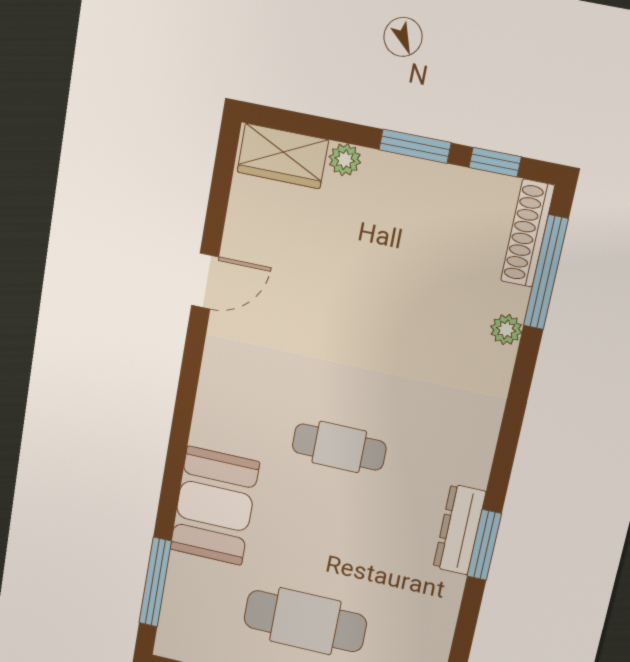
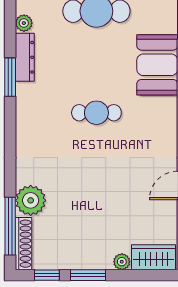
plant: (506, 330) -> (31, 200), width x1.88, depth x1.88
dresser: (459, 530) -> (25, 57), moved
plant: (439, 632) -> (24, 23), added

